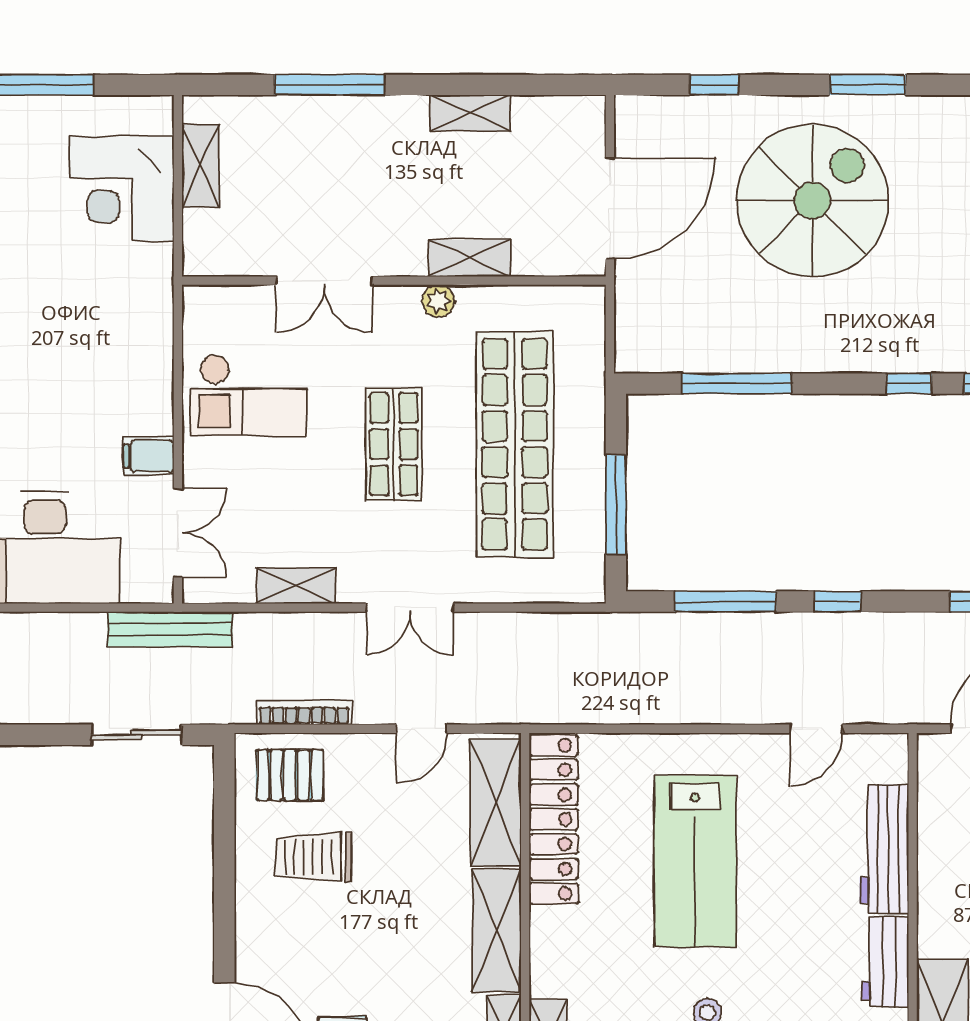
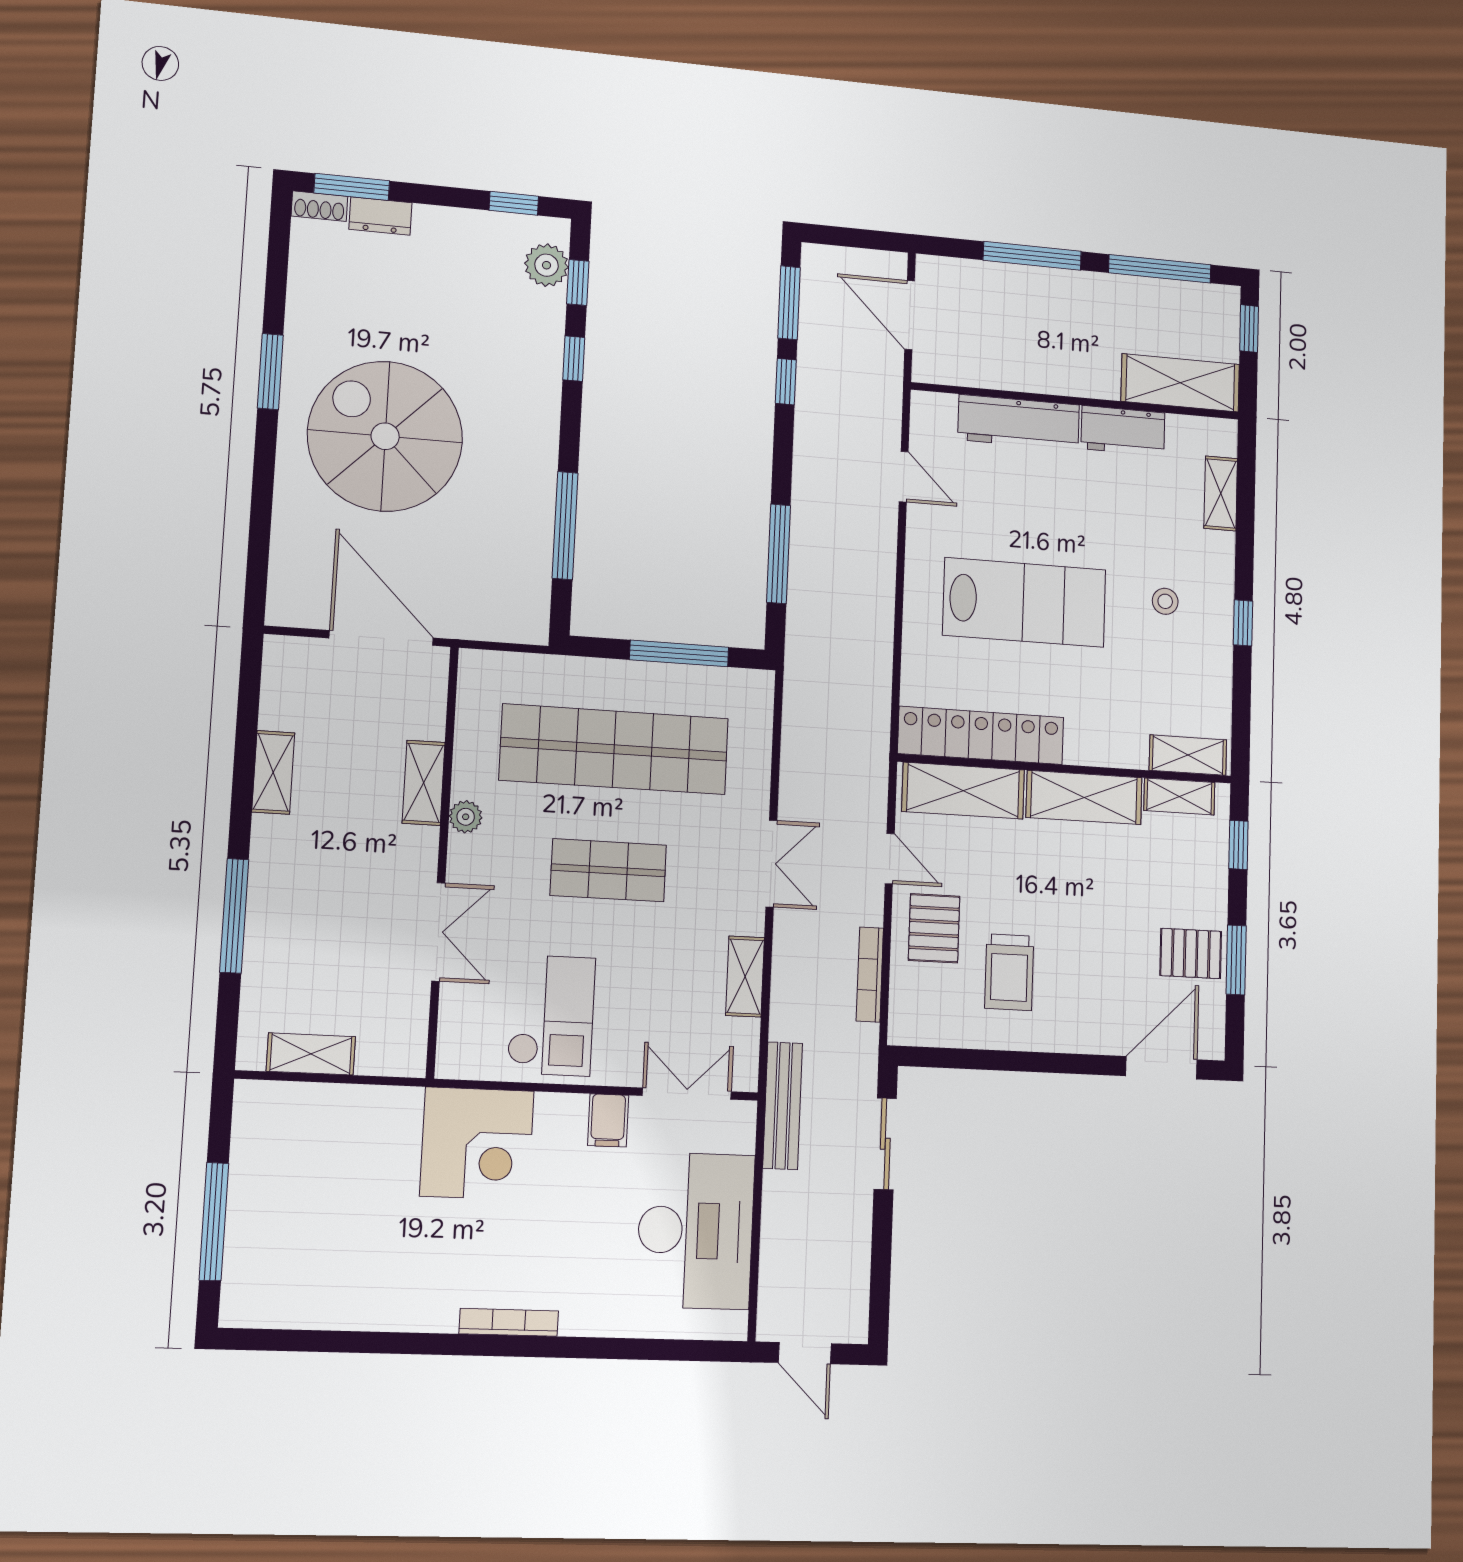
window: (714, 85) -> (260, 524), removed
corner desk: (121, 189) -> (477, 1143), moved
window: (838, 602) -> (786, 382), moved
pallet: (290, 775) -> (934, 928), moved

